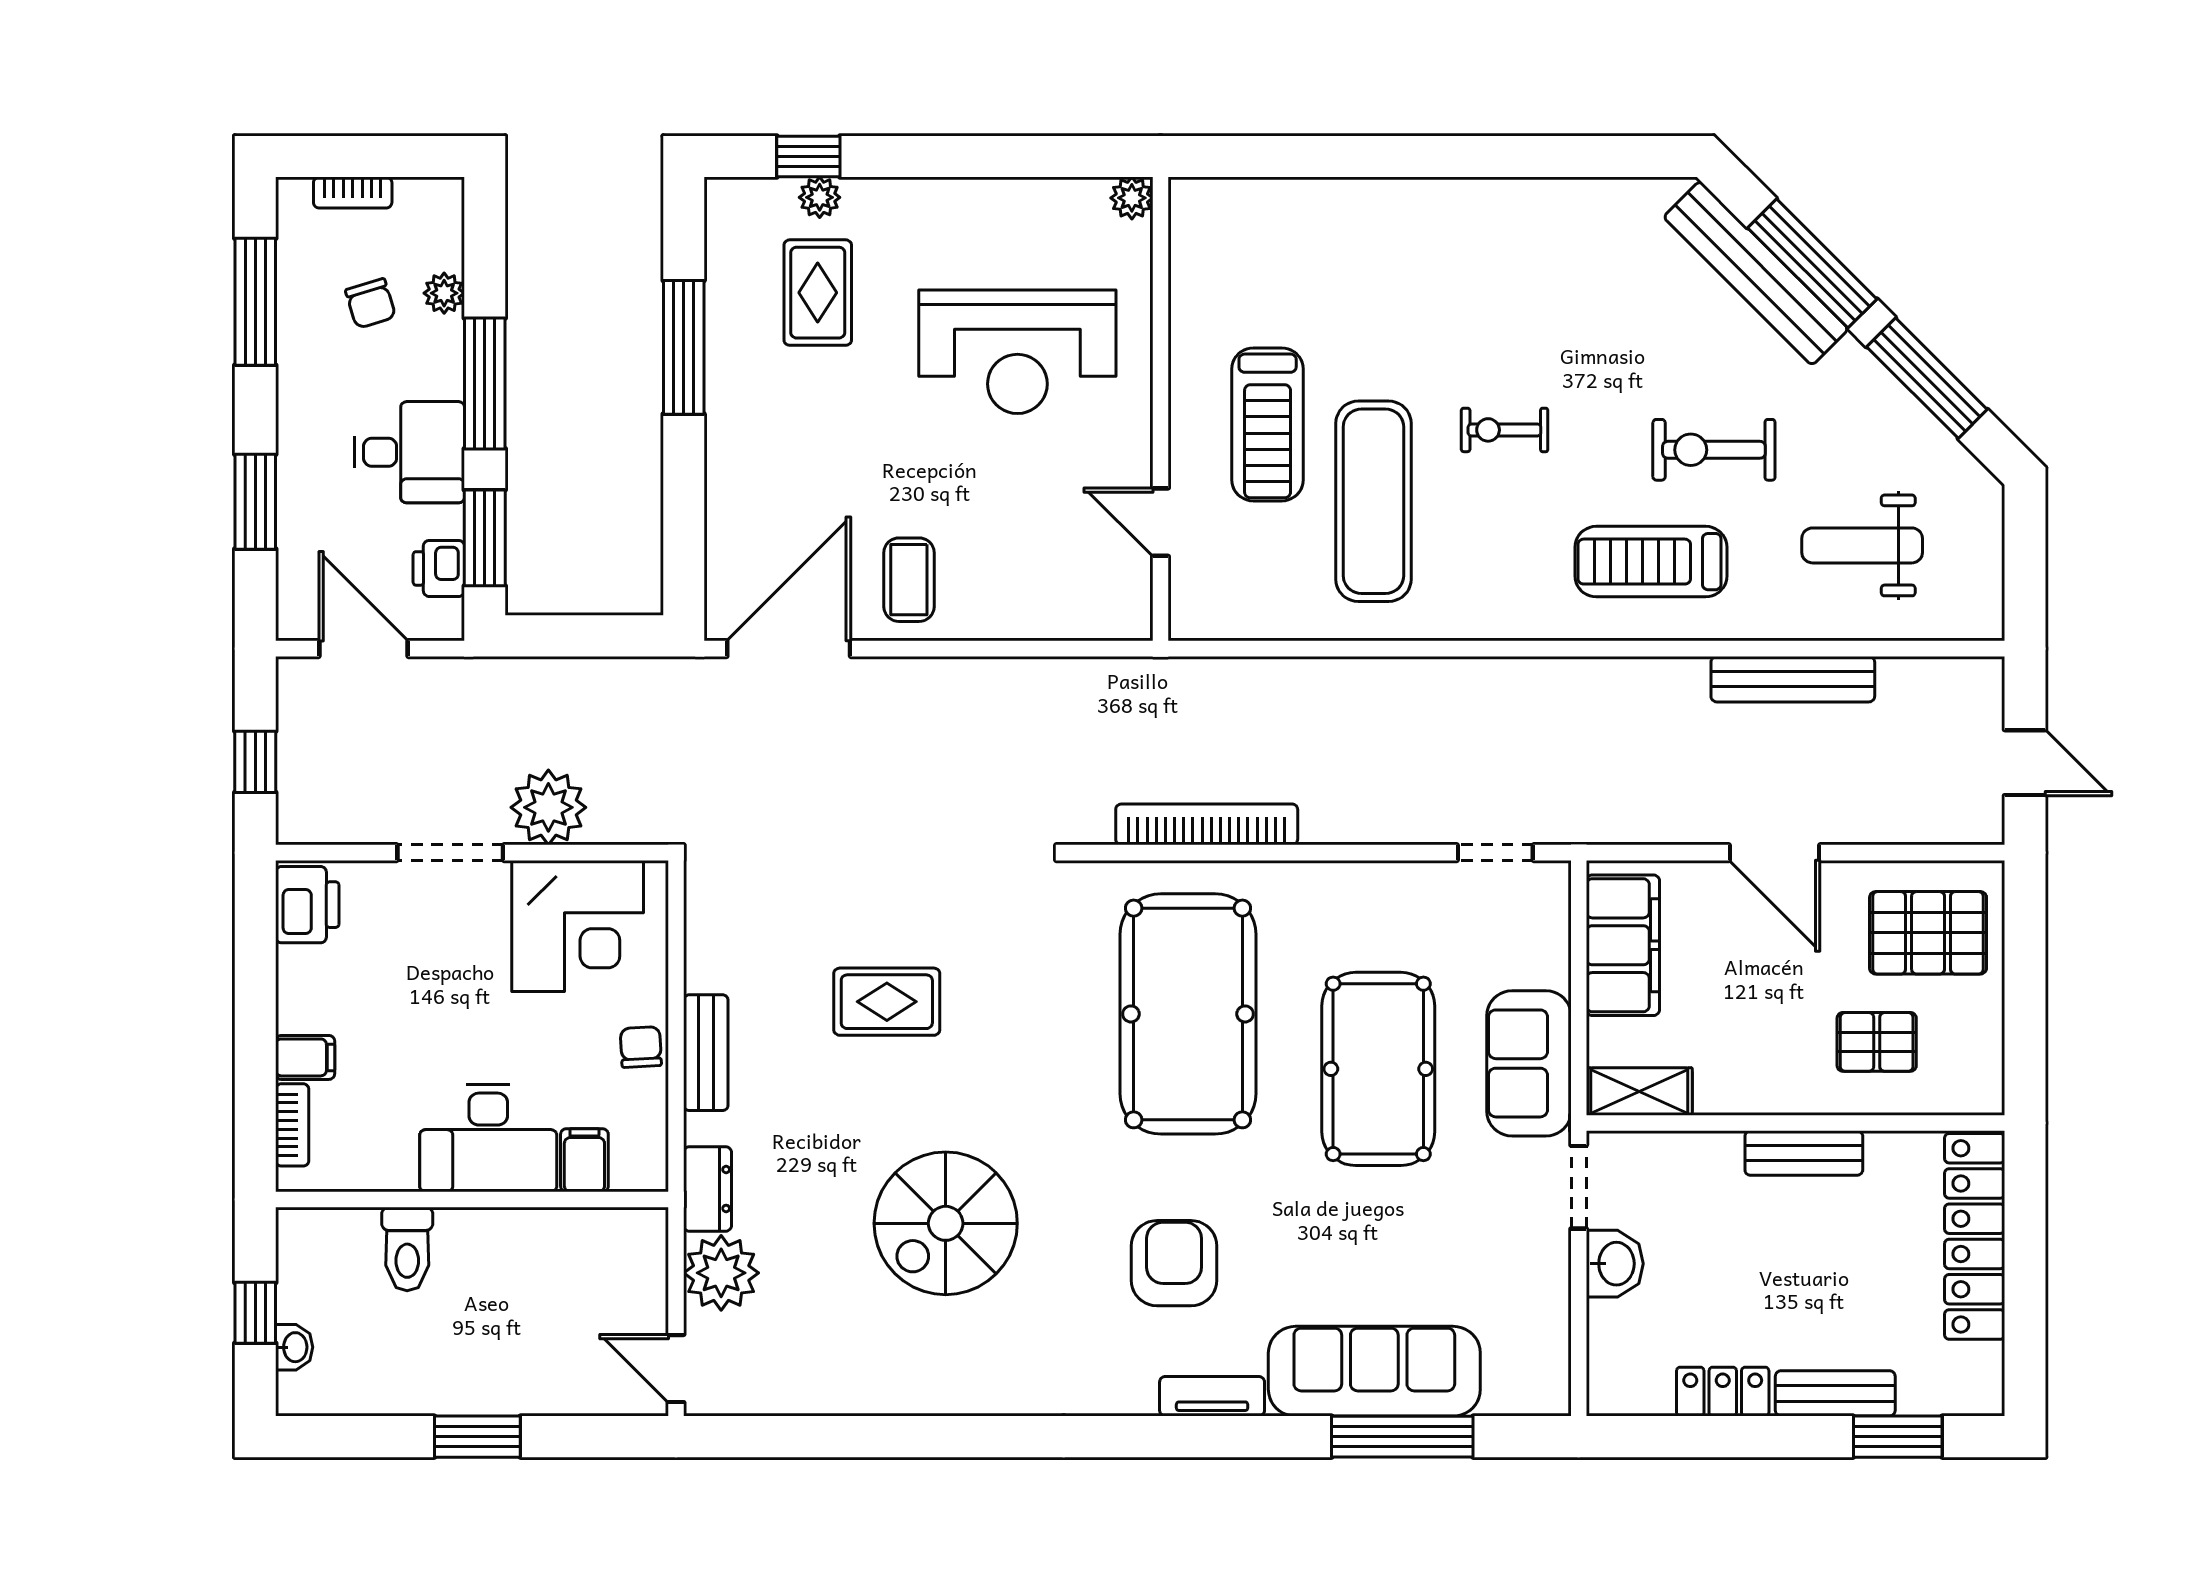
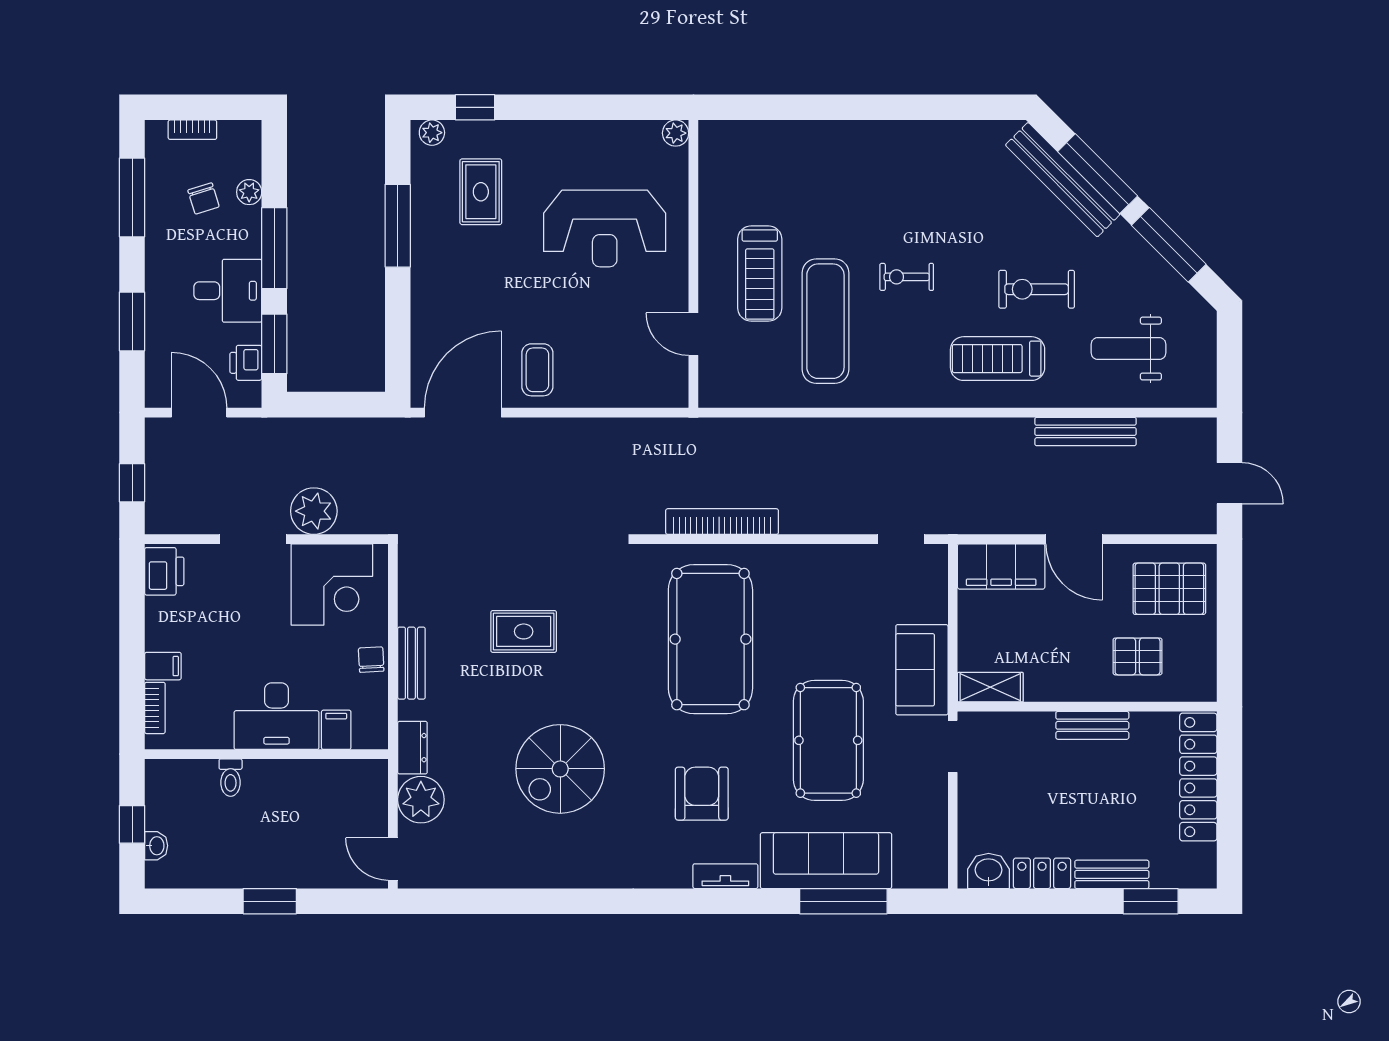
plant: (820, 197) -> (432, 133), moved
filing cabinet: (1623, 945) -> (1001, 566), moved, turned 90
pool table: (1378, 1069) -> (828, 740), moved
toilet: (407, 1249) -> (231, 778), width x0.73, depth x0.72
washbasin: (1615, 1264) -> (989, 871), moved, turned -90

